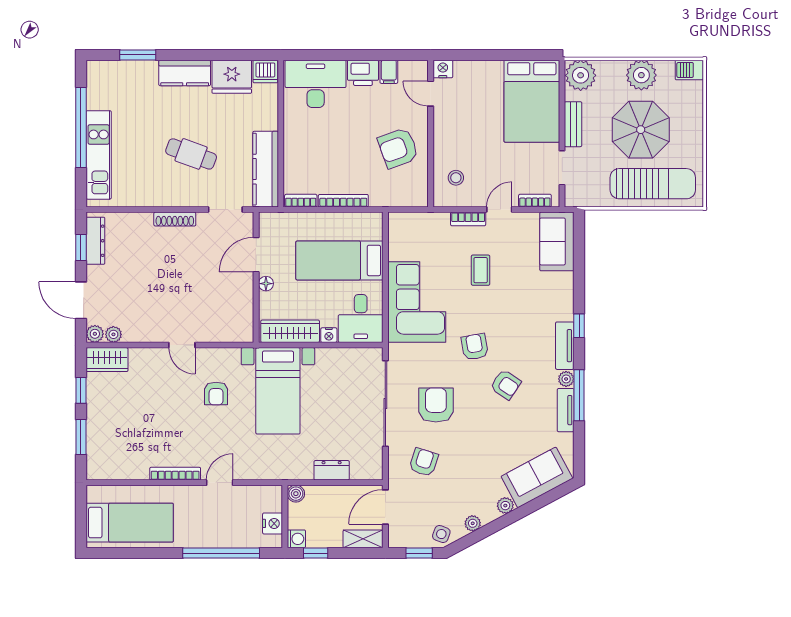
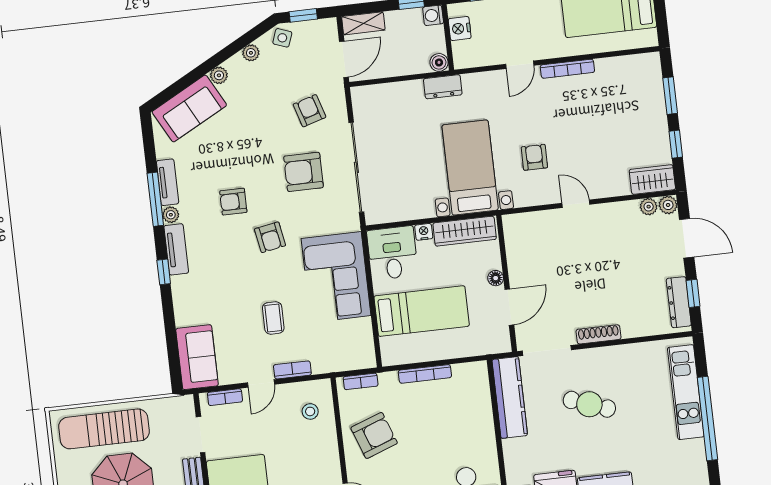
bookcase: (301, 201) -> (361, 381), moved
doorway: (225, 210) -> (547, 350), width x1.38
armchair: (506, 385) -> (233, 202), turned -34
armchair: (436, 405) -> (304, 172), turned 90
armchair: (424, 462) -> (309, 111), turned 145
dresser: (332, 470) -> (443, 87), moved

